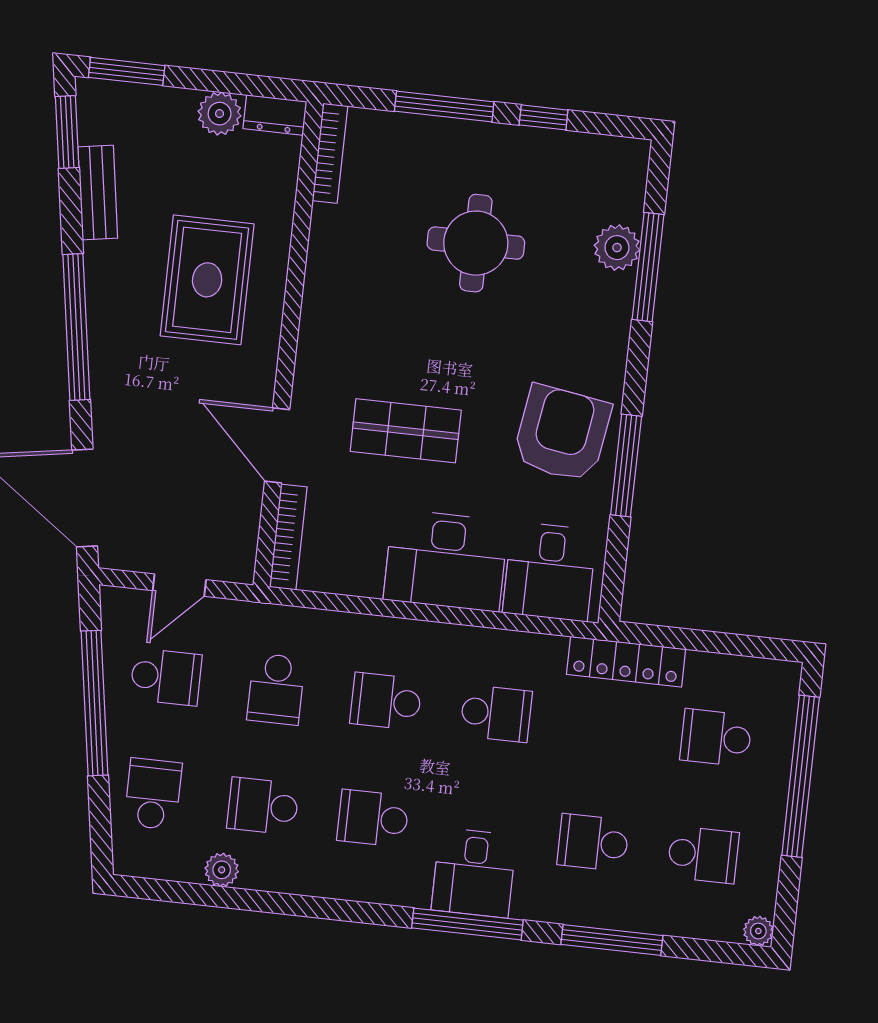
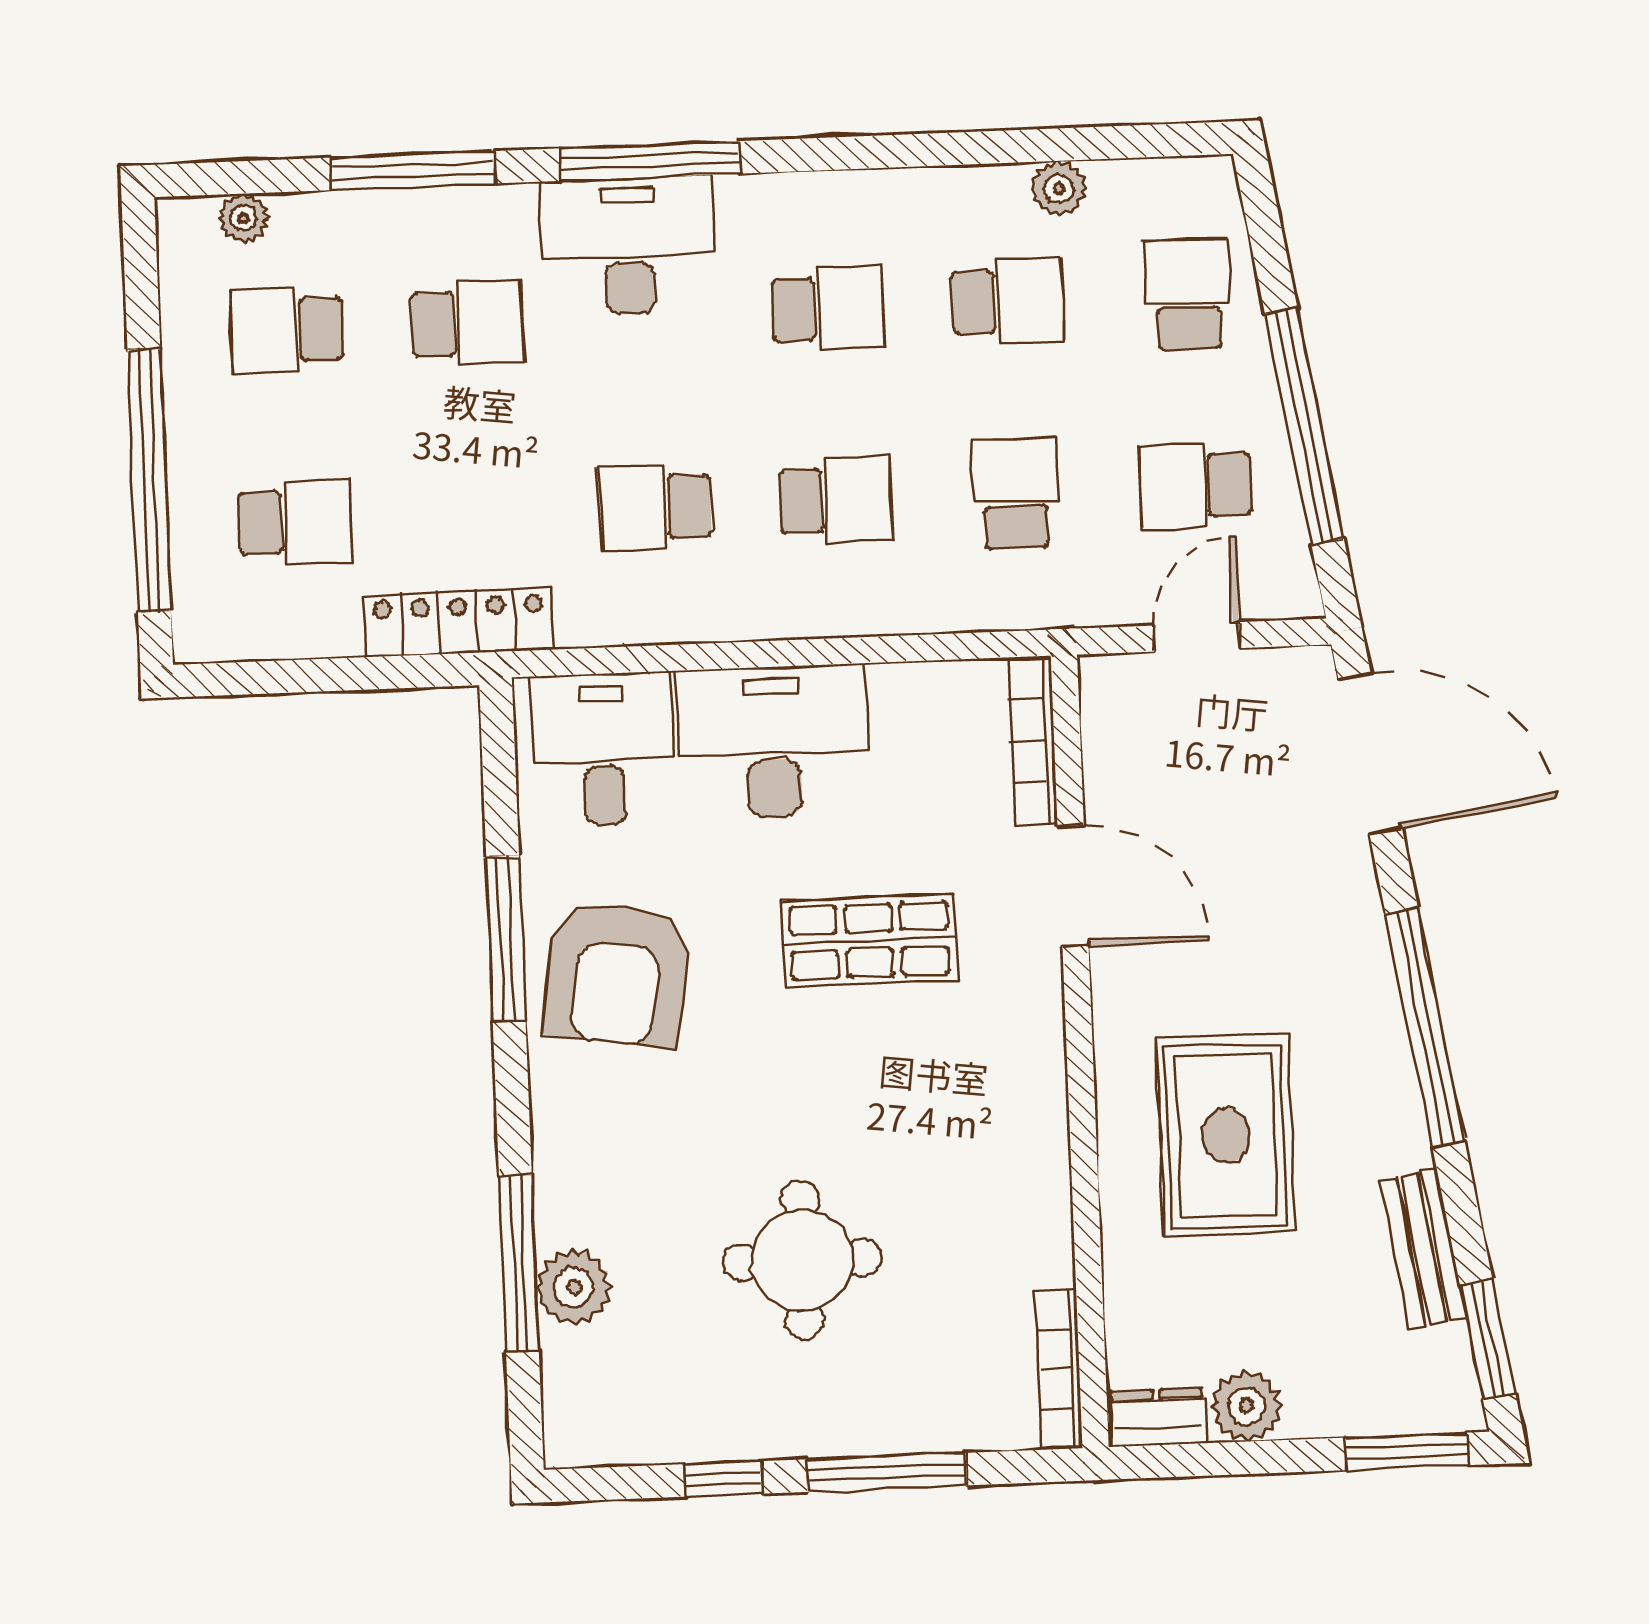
school desk: (153, 794) -> (1188, 294), turned 180
desk: (474, 873) -> (628, 246), width x1.37
plant: (758, 931) -> (244, 218), moved

